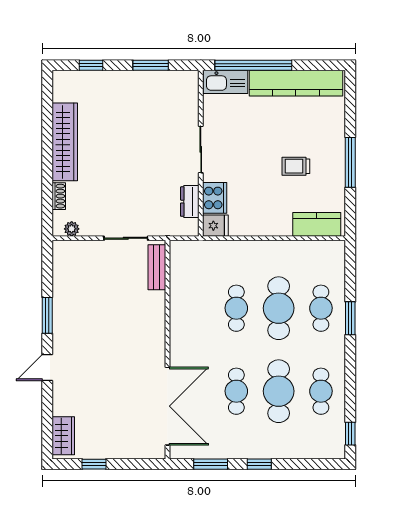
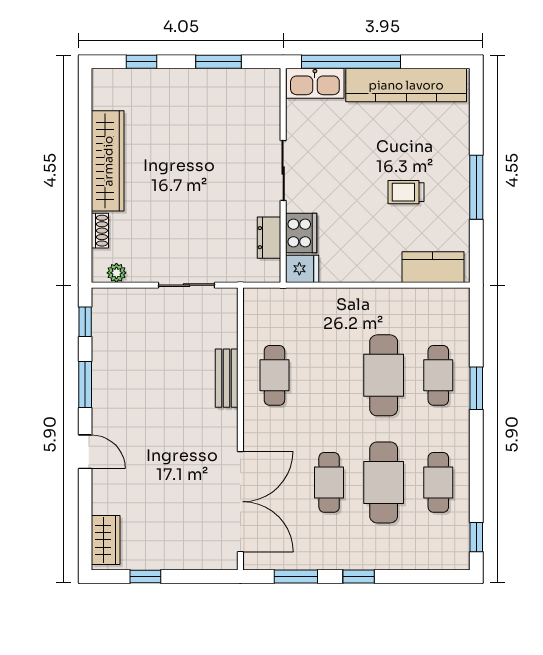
window: (47, 267) -> (85, 322), added
bench: (157, 267) -> (227, 378), moved
cafe table: (236, 308) -> (274, 375), moved
door: (47, 367) -> (85, 452), swing flipped

